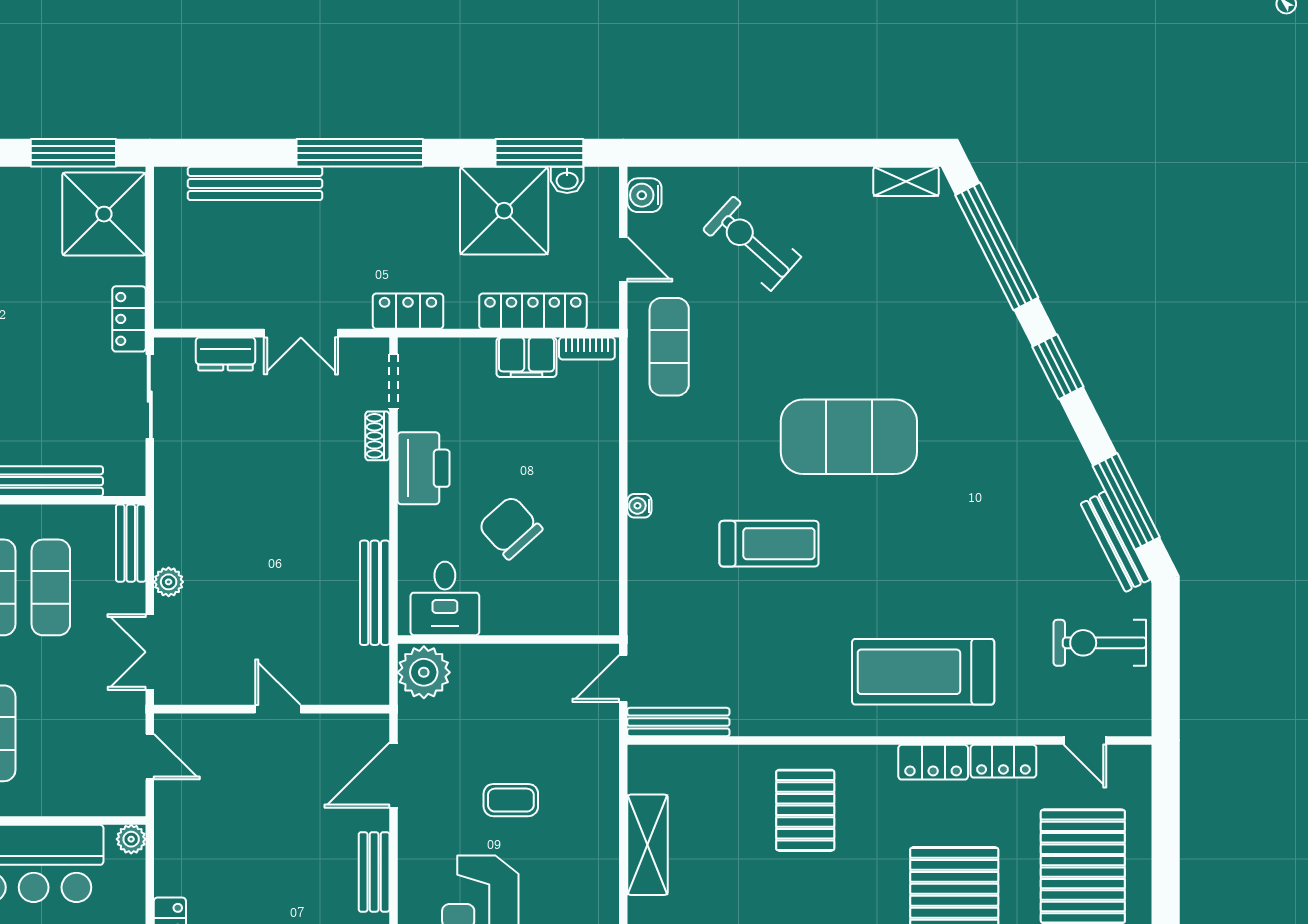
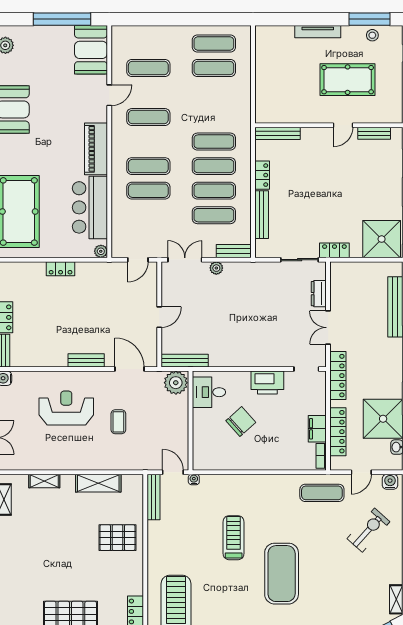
locker: (408, 311) -> (338, 376), width x1.53
shoe rack: (377, 436) -> (282, 362), removed
water cooler: (639, 506) -> (194, 479), moved
treadmill: (769, 544) -> (234, 538), turned 180
bench: (375, 593) -> (185, 361), moved
pallet: (805, 810) -> (117, 538), moved

